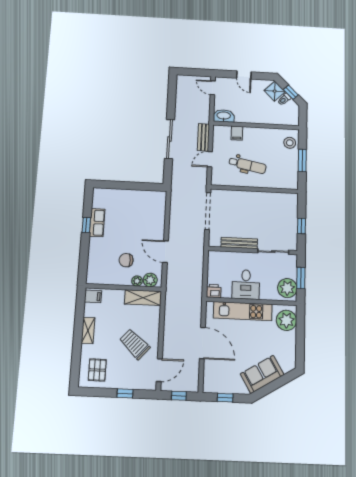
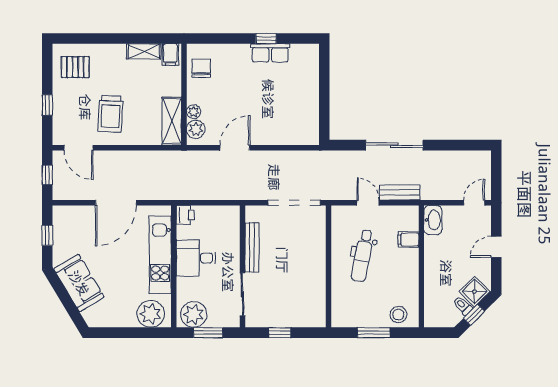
chair: (126, 260) -> (201, 68), moved
shelving: (88, 331) -> (144, 51), moved
trolley: (135, 344) -> (110, 114), turned 141

